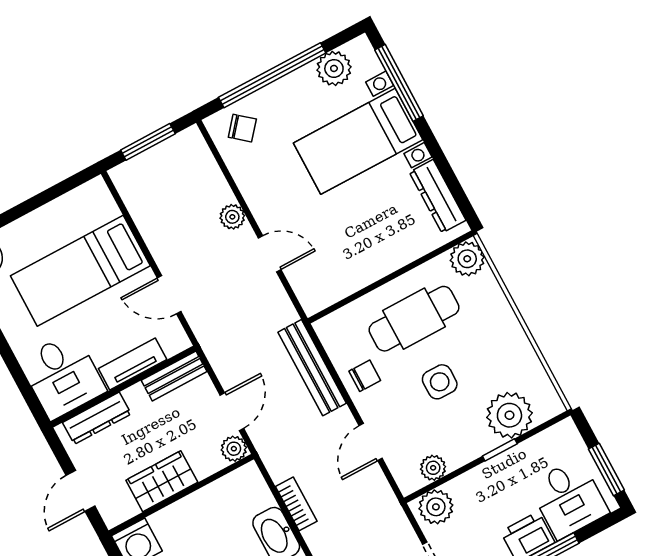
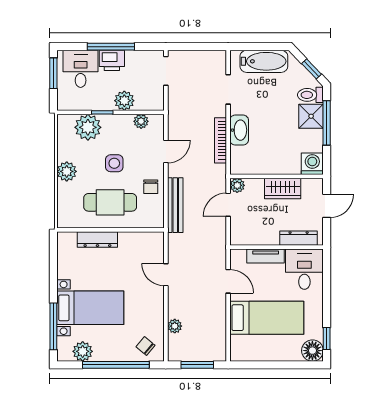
dresser: (438, 196) -> (97, 239), moved, turned 90
plant: (232, 217) -> (175, 326), moved
plant: (467, 259) -> (67, 171), moved
bench: (174, 376) -> (248, 239), removed
chair: (365, 376) -> (151, 187), turned -90
bookcase: (296, 504) -> (221, 140), width x1.56
plant: (436, 507) -> (124, 101), moved

